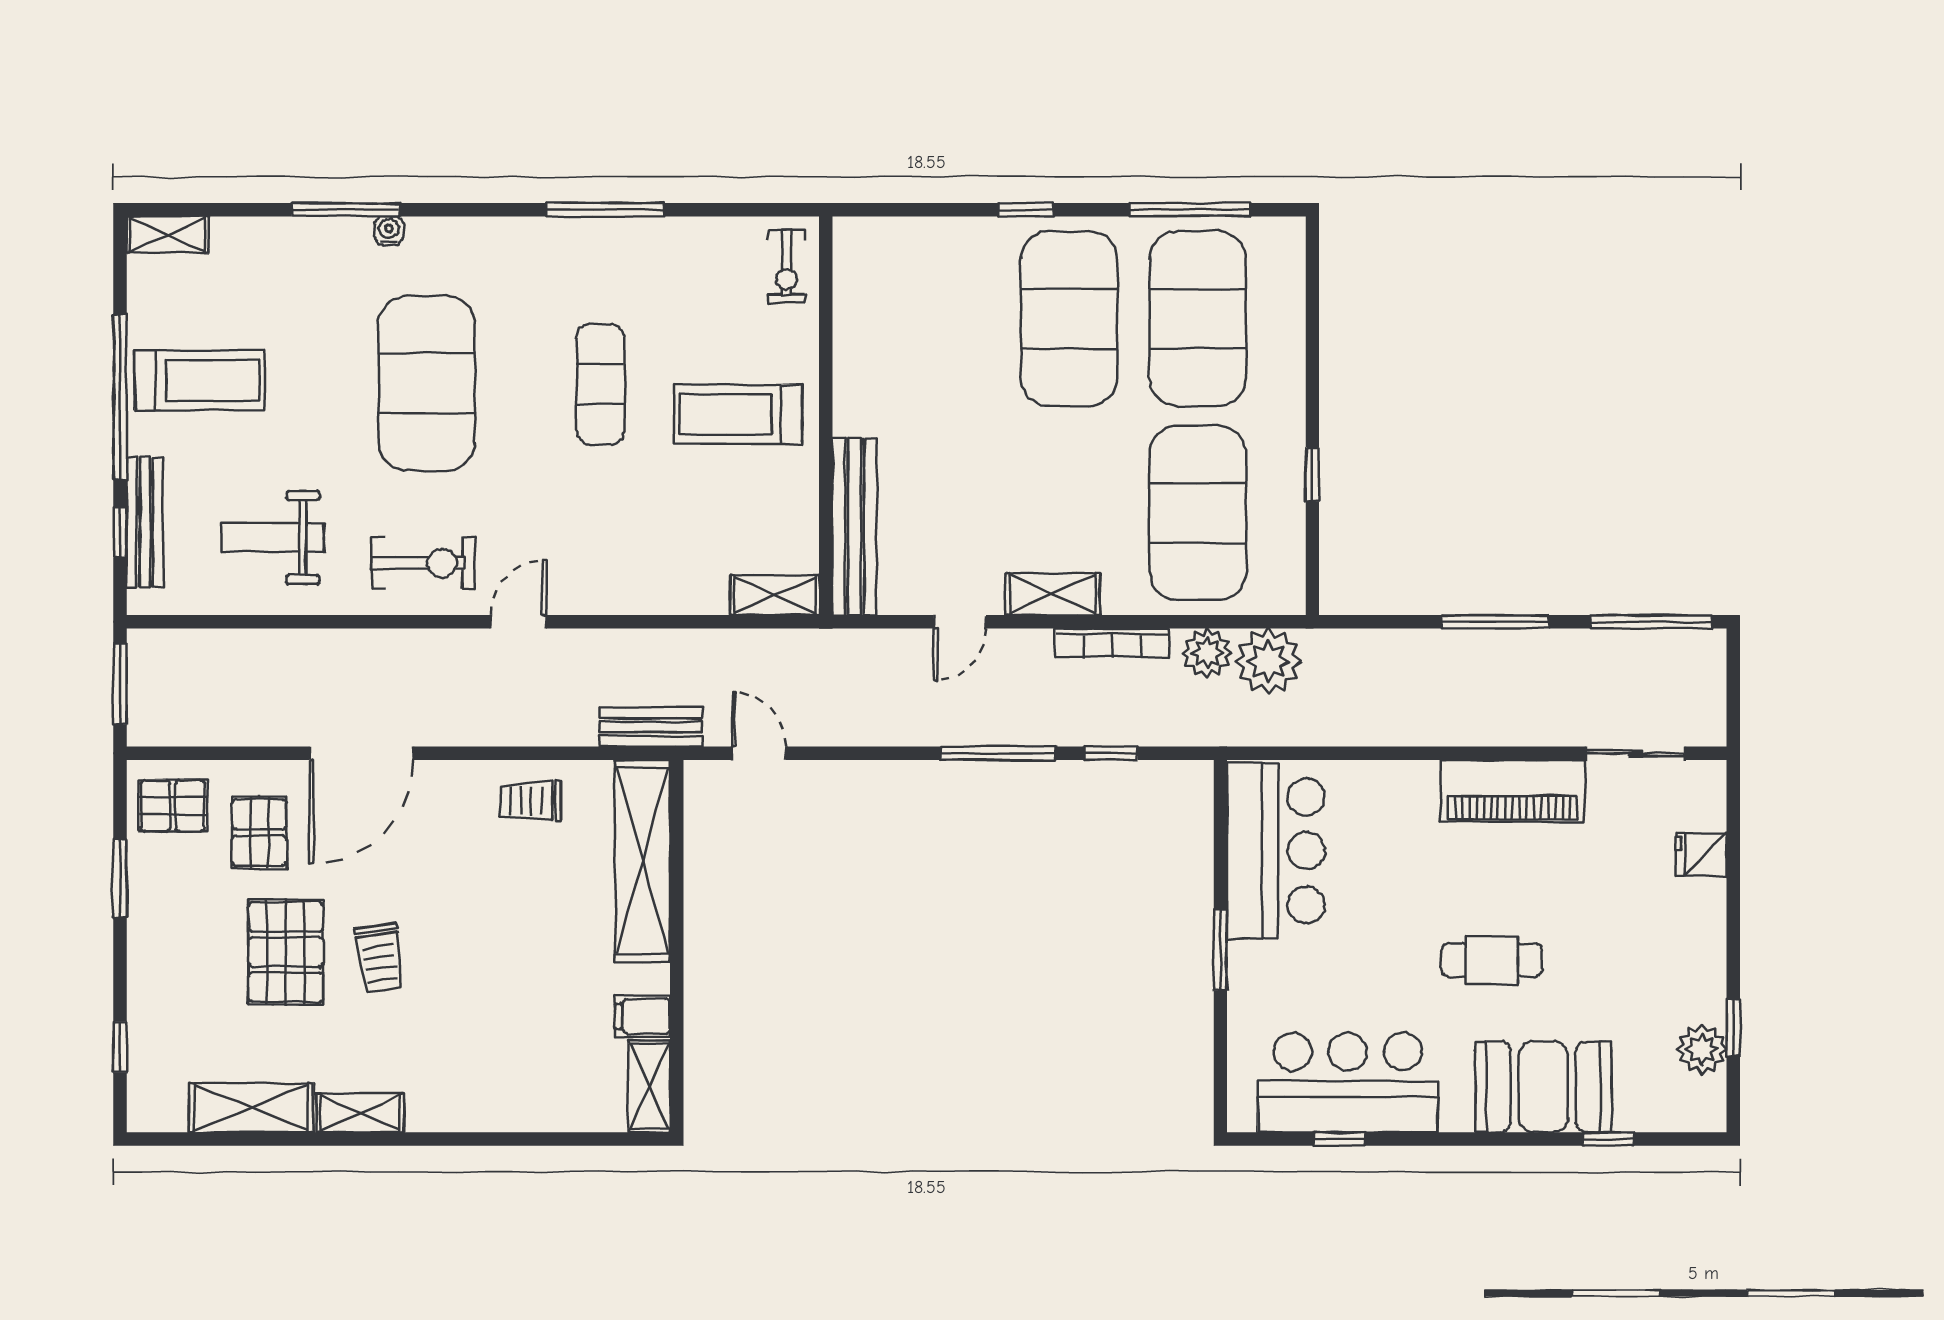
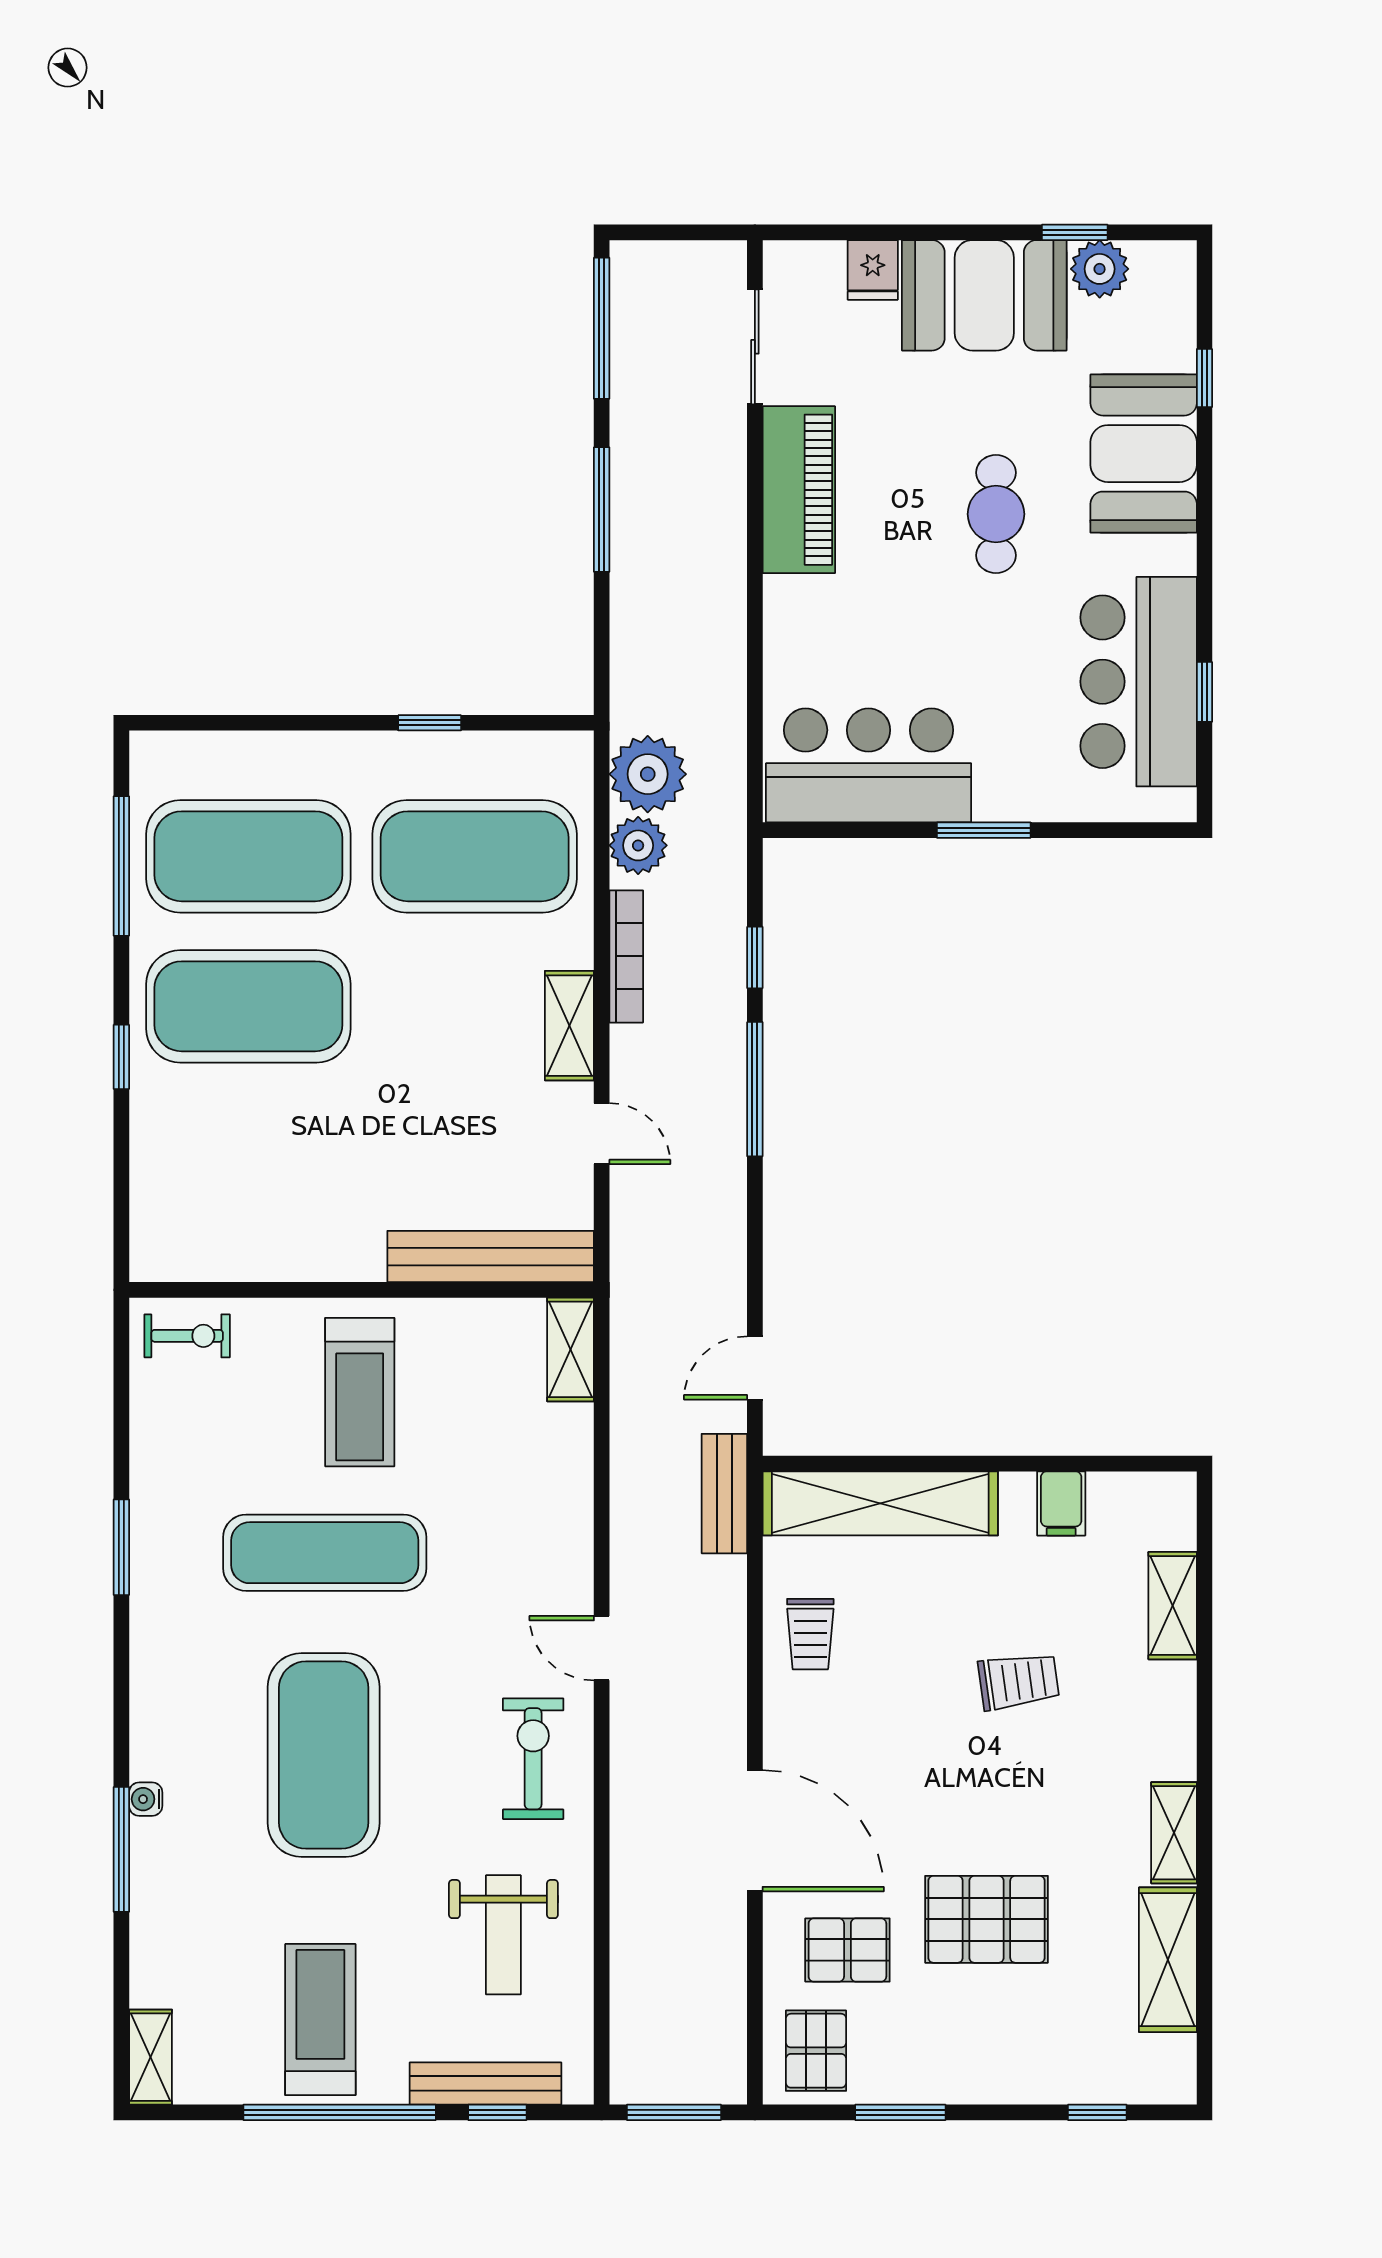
window: (605, 210) -> (121, 1547), width x0.69
exercise mat: (427, 383) -> (324, 1755), turned 90
exercise mat: (600, 384) -> (325, 1553), width x1.36, depth x1.45
booth: (1679, 950) -> (984, 295), added
trolley: (380, 958) -> (1019, 1681), moved
shelving: (649, 1086) -> (1173, 1606), moved, turned 90

